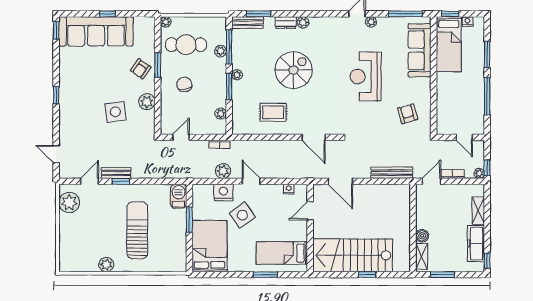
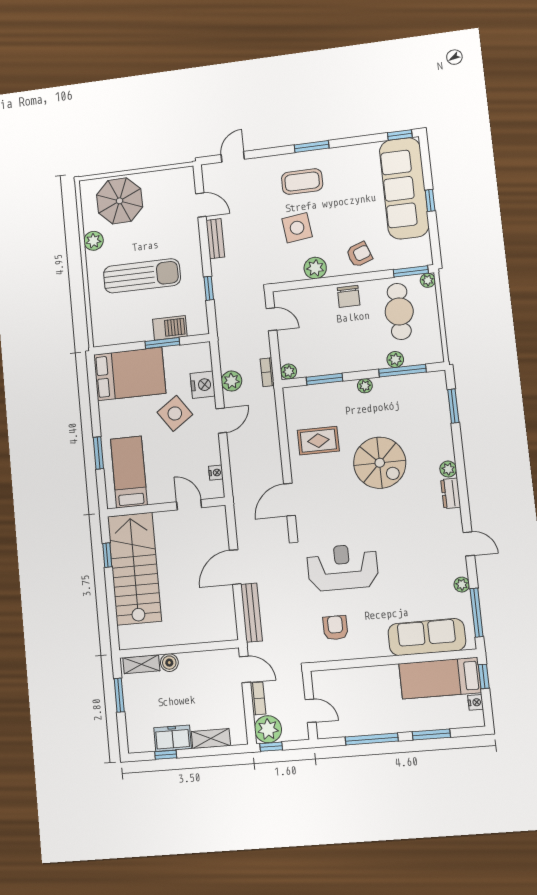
dresser: (286, 22) -> (451, 493), moved
plant: (371, 22) -> (462, 585), moved
bench: (248, 23) -> (439, 392), removed
window: (158, 65) -> (411, 271), moved
armchair: (141, 69) -> (359, 254), turned 125
reception desk: (366, 77) -> (343, 567), moved
chair: (184, 85) -> (349, 296), moved, turned 101
window: (229, 86) -> (324, 379), moved
window: (56, 95) -> (312, 147), width x1.50
coffee table: (81, 105) -> (302, 182), added
rug: (273, 112) -> (318, 441), turned 90
plant: (221, 114) -> (289, 372), moved
armchair: (408, 114) -> (335, 628), turned -74
door: (464, 137) -> (311, 711), swing flipped
plant: (479, 173) -> (268, 729), width x1.87, depth x1.87
window: (121, 181) -> (209, 288), moved
door: (340, 181) -> (235, 567), moved
barbecue: (179, 196) -> (170, 328), moved
plant: (69, 203) -> (170, 182), removed
parasol: (78, 242) -> (120, 201), added
freezer: (476, 244) -> (173, 738), width x0.71
window: (487, 261) -> (166, 755), moved
window: (367, 275) -> (107, 555), moved

